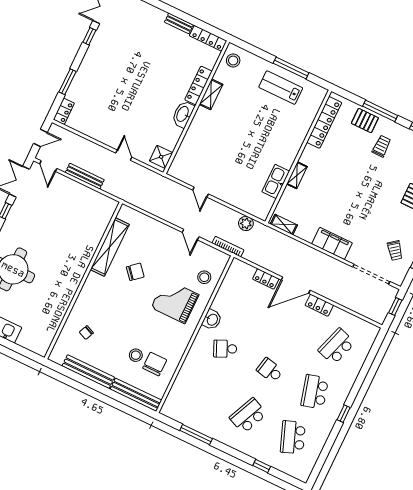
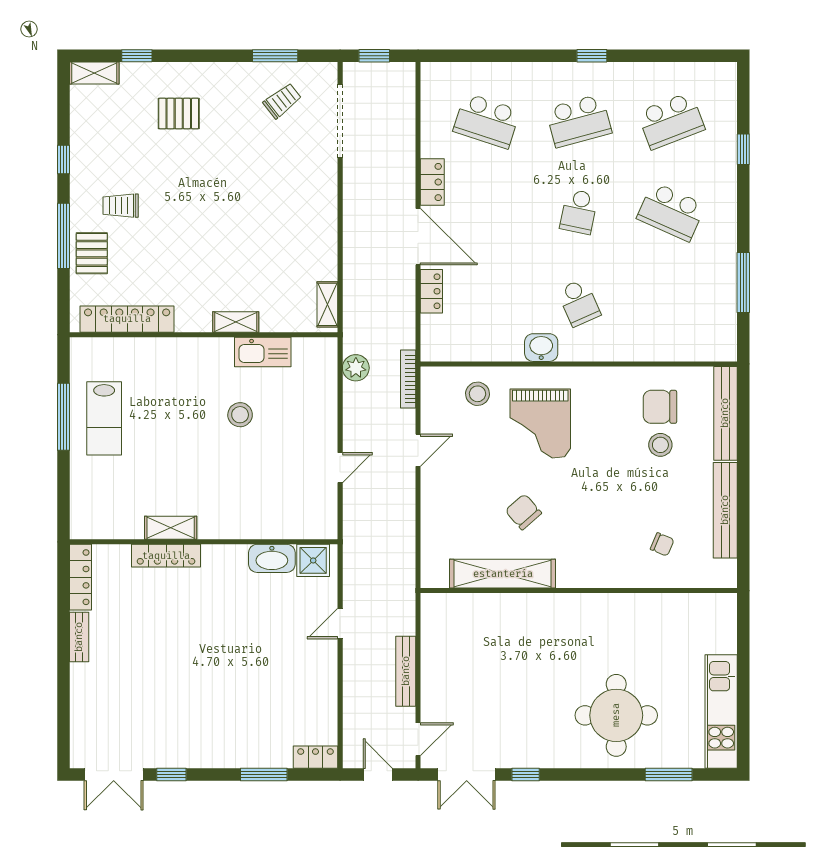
stool: (233, 60) -> (240, 415), moved
washbasin: (183, 114) -> (272, 558), moved
filing cabinet: (332, 243) -> (320, 210), removed

